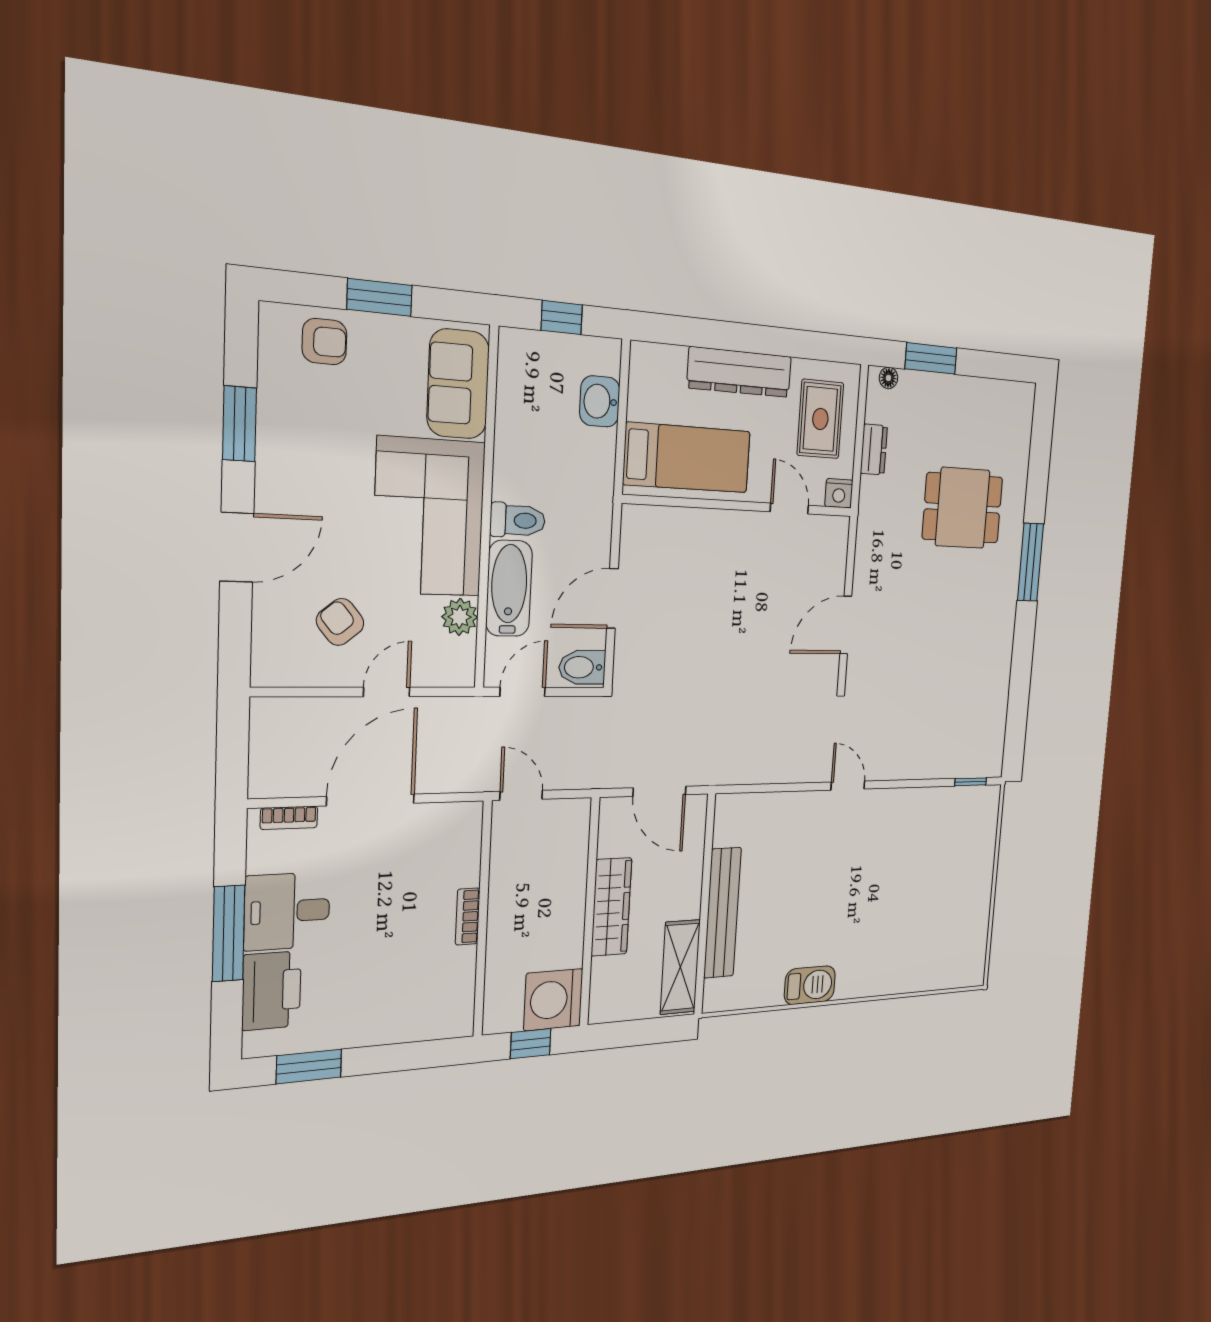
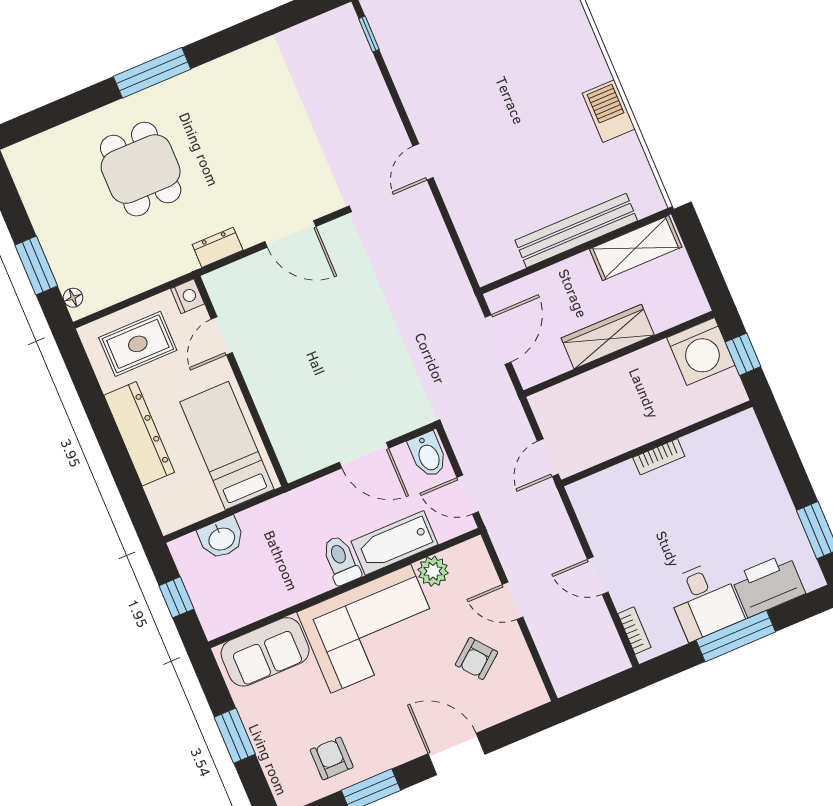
armchair: (324, 342) -> (332, 758), moved
dresser: (874, 450) -> (218, 247), moved
door: (371, 800) -> (598, 576), width x0.53

